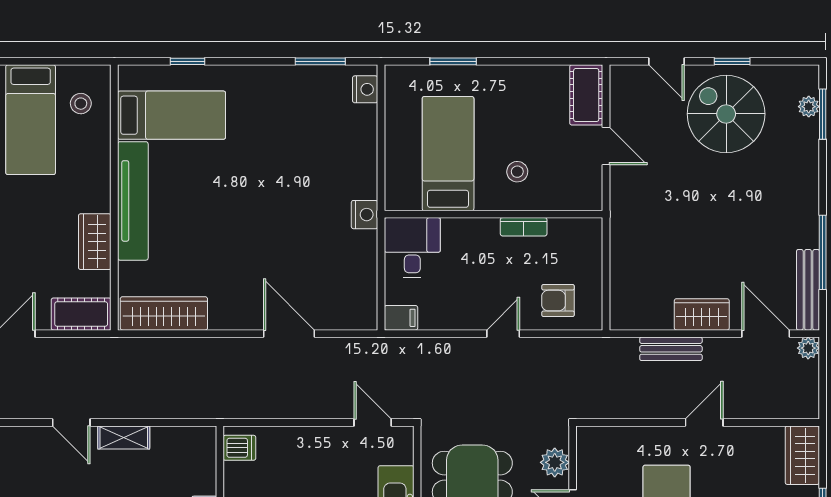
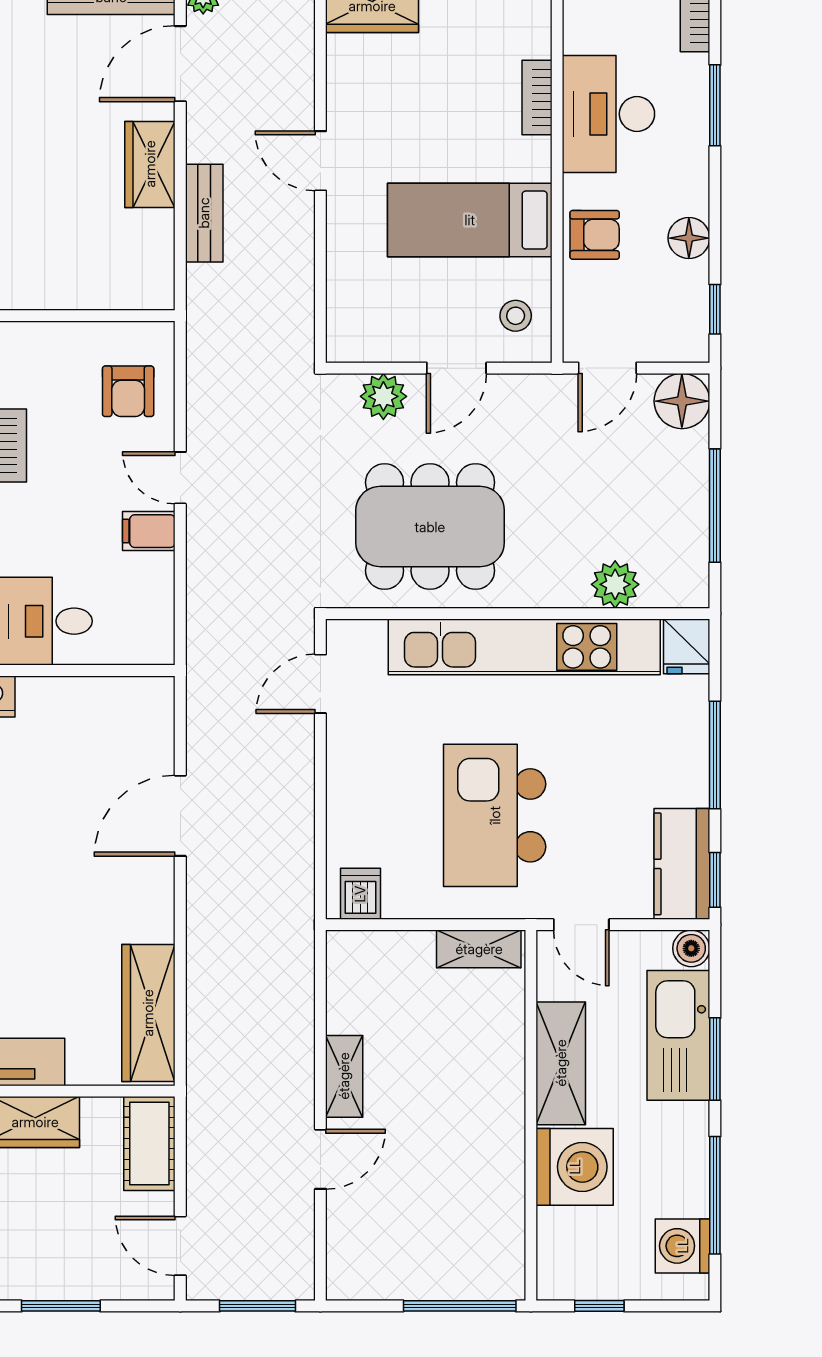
filing cabinet: (401, 318) -> (149, 531), moved, turned -90

